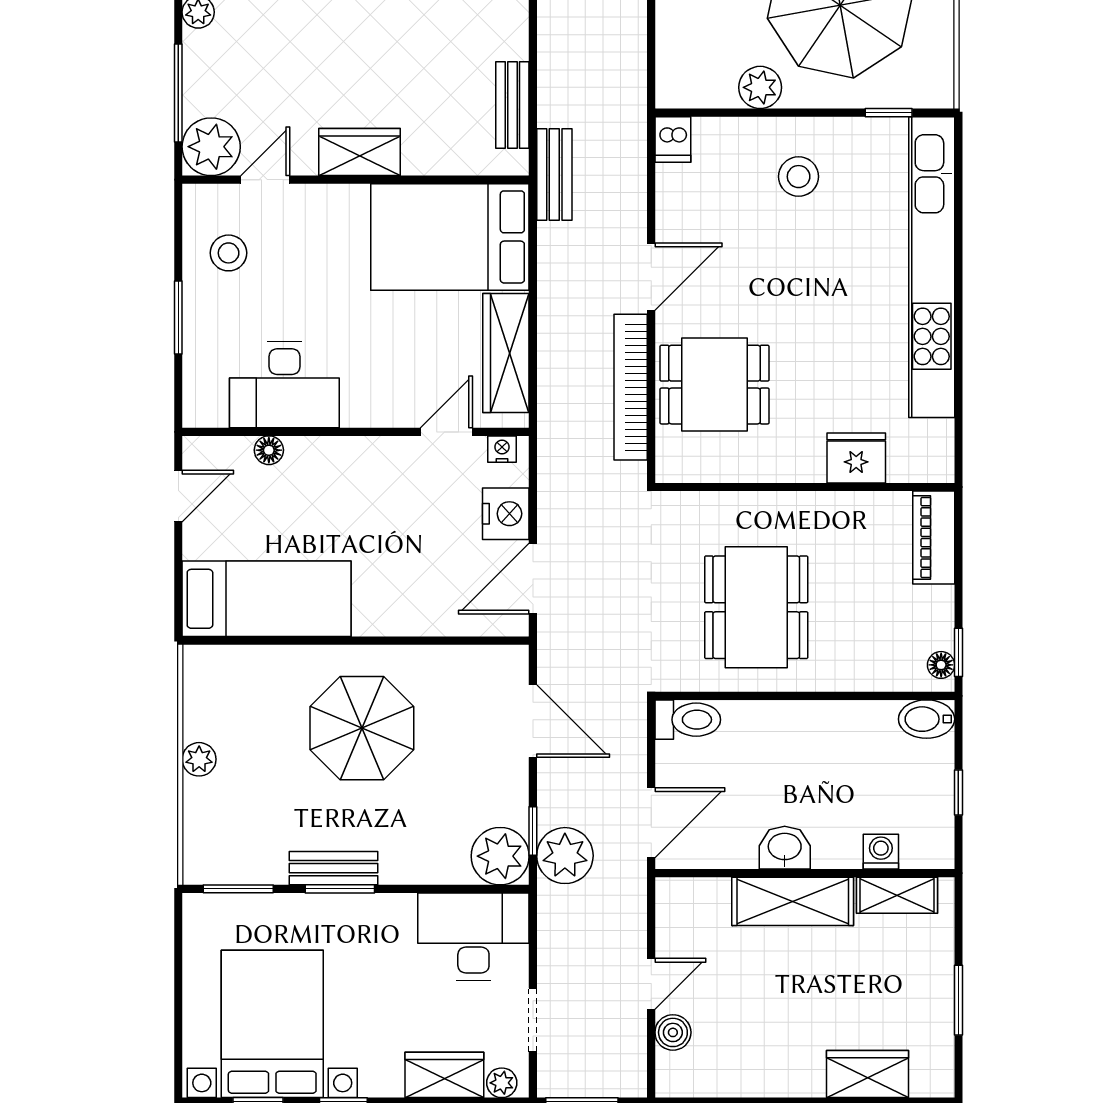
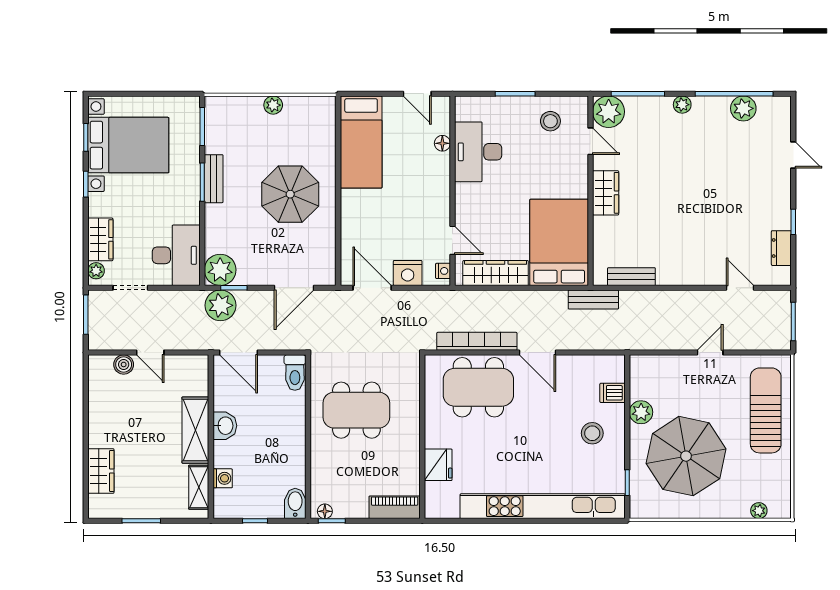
dishwasher: (673, 139) -> (613, 393), moved
dining table: (715, 385) -> (478, 387), width x1.38

